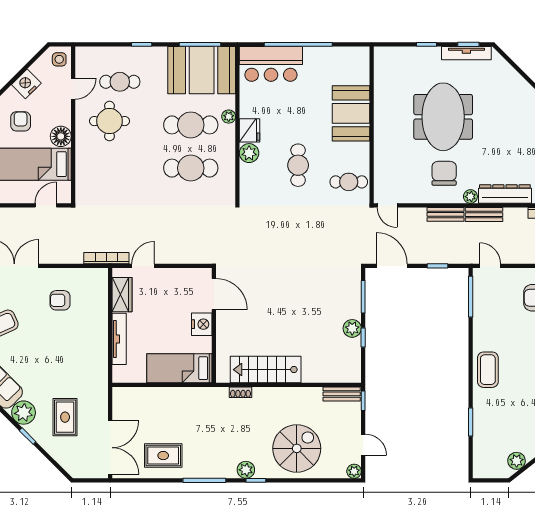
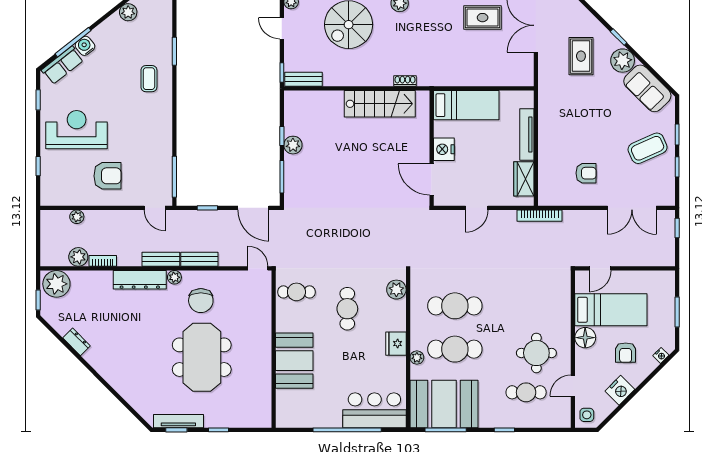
plant: (249, 153) -> (396, 290), moved
door: (143, 266) -> (477, 208), moved
coffee table: (488, 370) -> (149, 79), moved, width x0.73, depth x0.77

